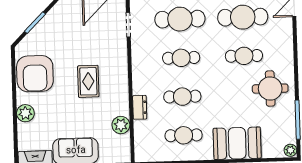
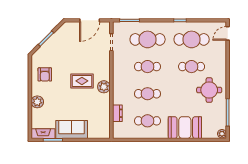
armchair: (35, 74) -> (45, 74), width x0.53, depth x0.53
rug: (88, 81) -> (82, 81), turned 90
dresser: (140, 107) -> (117, 113), moved
plant: (121, 125) -> (104, 87), moved

